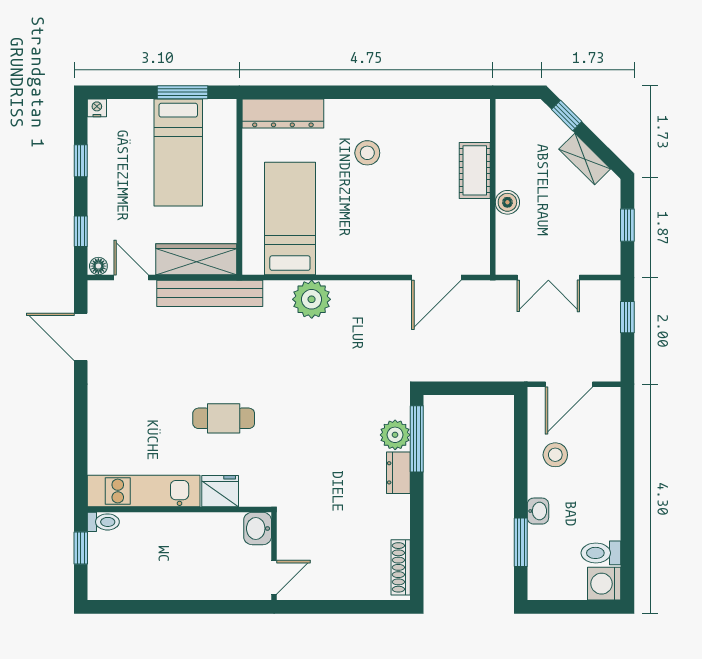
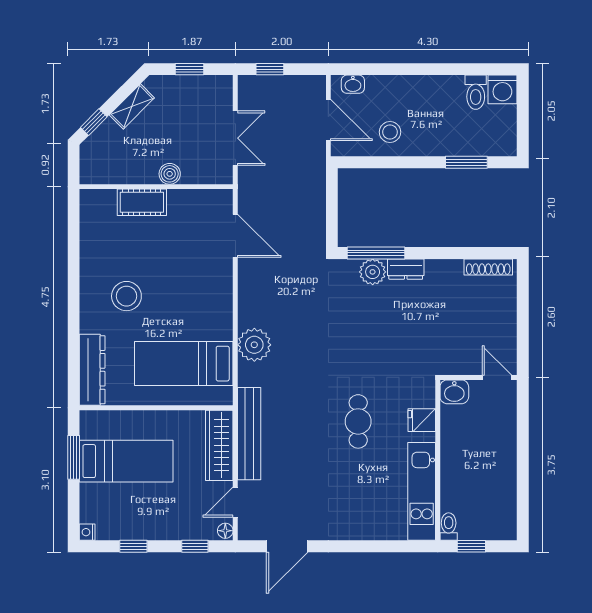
stool: (367, 153) -> (126, 296), width x1.38, depth x1.38
fridge: (220, 491) -> (422, 420), width x0.72
washbasin: (538, 511) -> (353, 84), moved, turned 180

